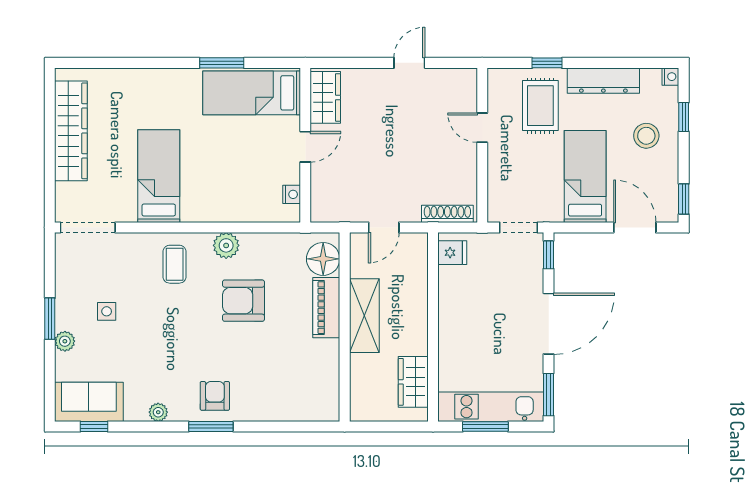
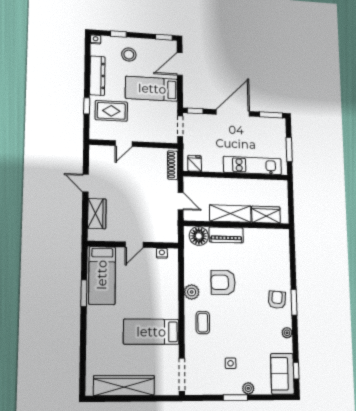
wardrobe: (325, 97) -> (97, 214), moved, turned 90
door: (305, 147) -> (134, 245), swing flipped
coffee table: (175, 264) -> (203, 323), turned 90
armchair: (243, 301) -> (223, 282), turned 90
door: (549, 324) -> (233, 113), hinge flipped
wardrobe: (413, 382) -> (266, 215), moved, turned 180
armchair: (215, 396) -> (277, 300), turned 95
kitchen unit: (491, 407) -> (252, 165), moved, turned 90

